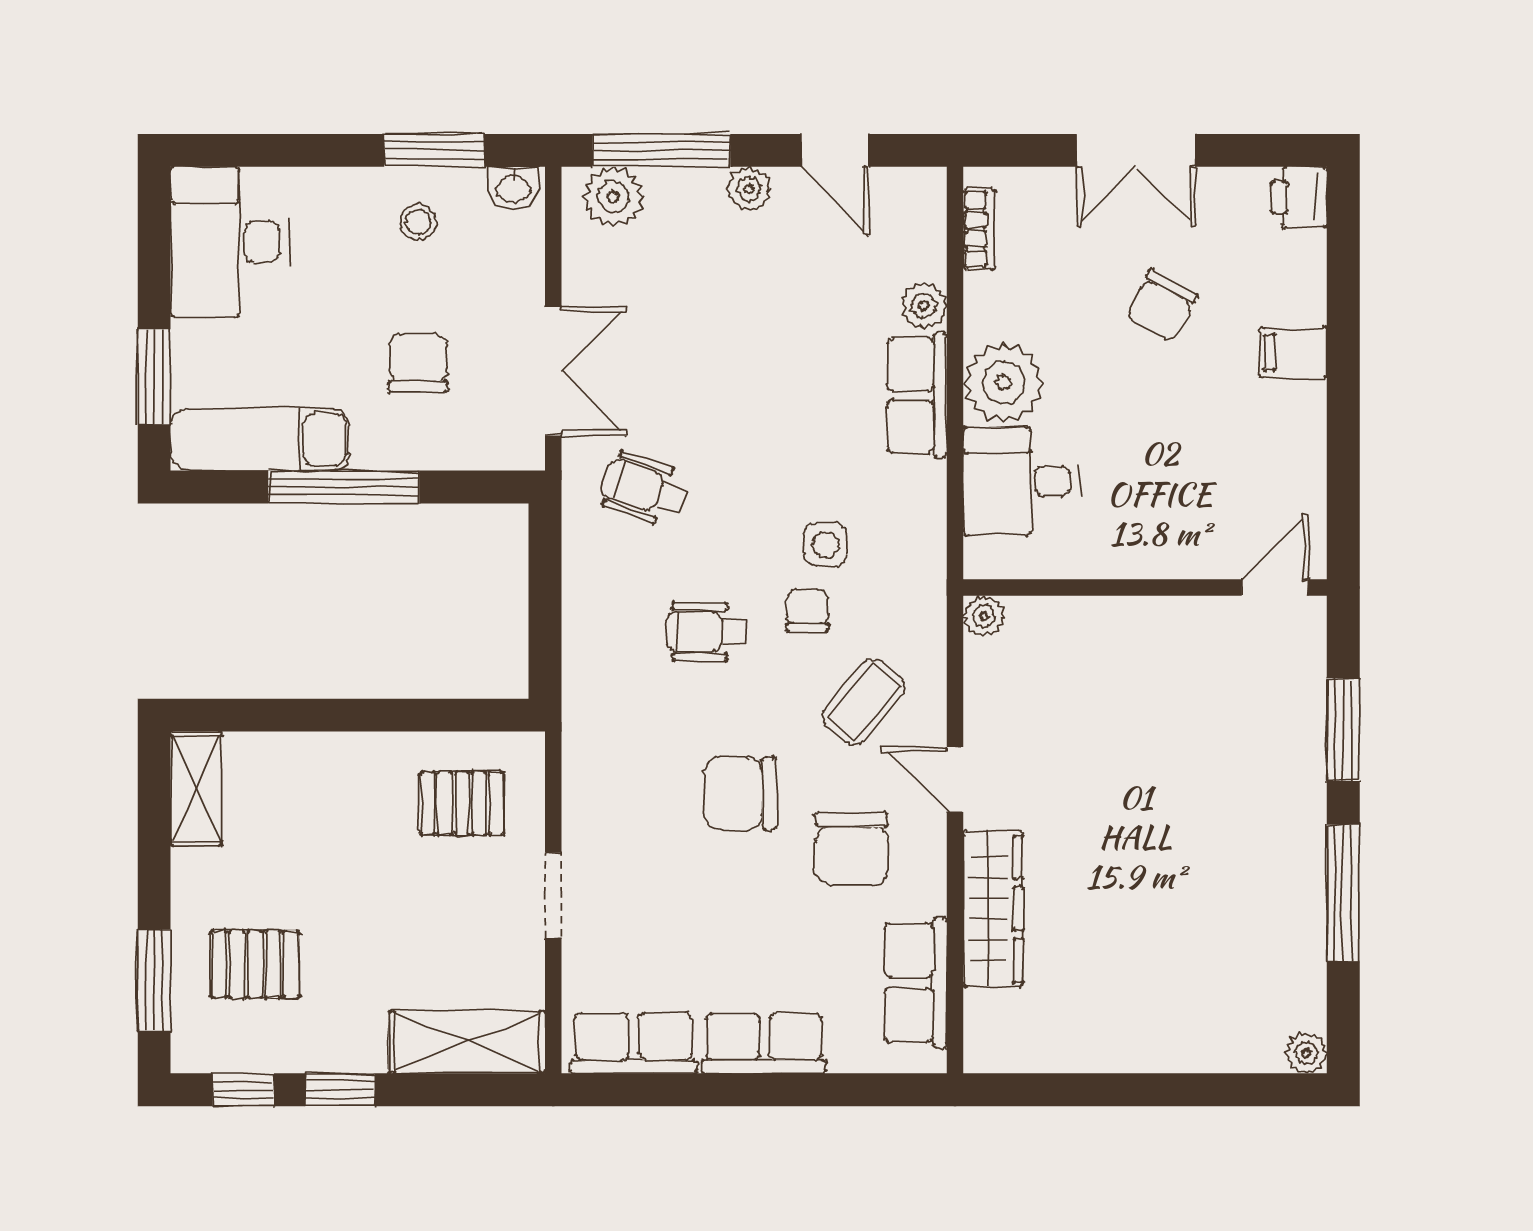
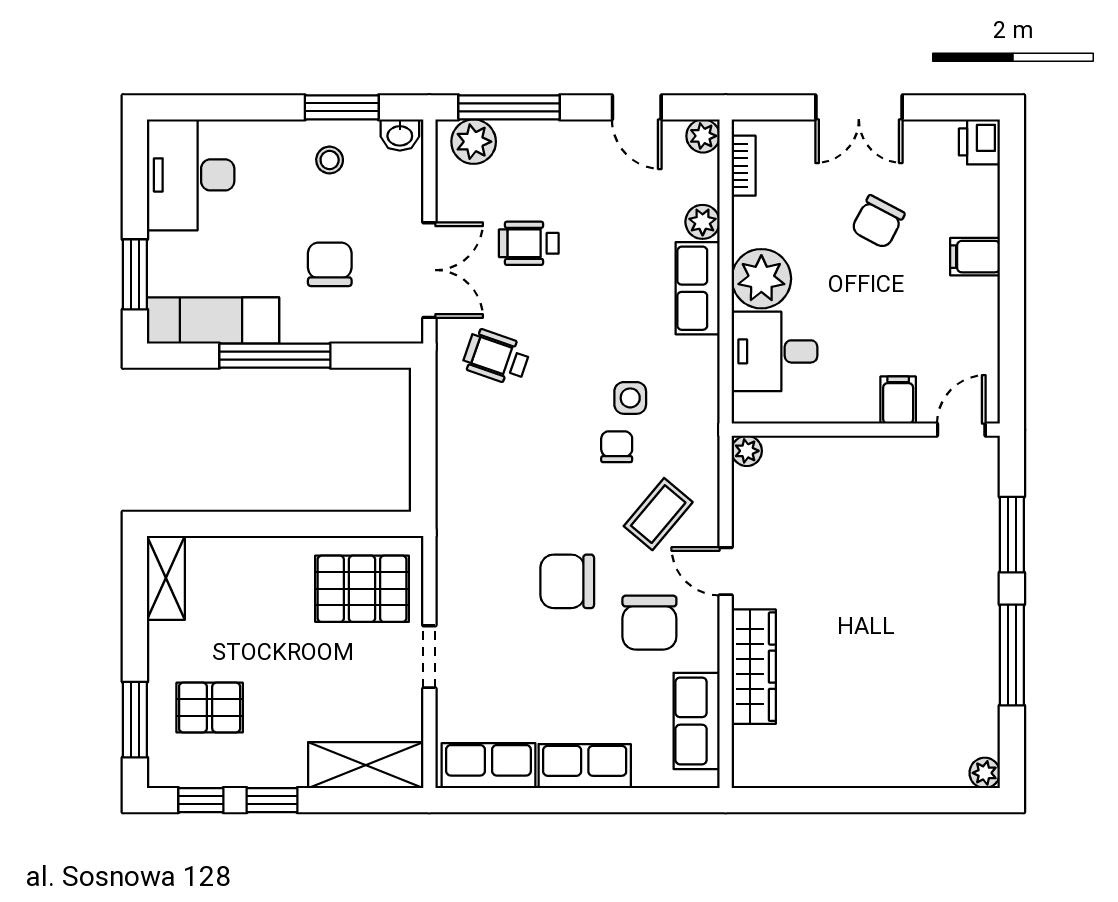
plant: (749, 189) -> (703, 136), moved
filing cabinet: (1189, 547) -> (898, 400), added
wheelchair: (706, 632) -> (529, 243), moved
pallet: (462, 803) -> (362, 589), width x1.50, depth x1.42

